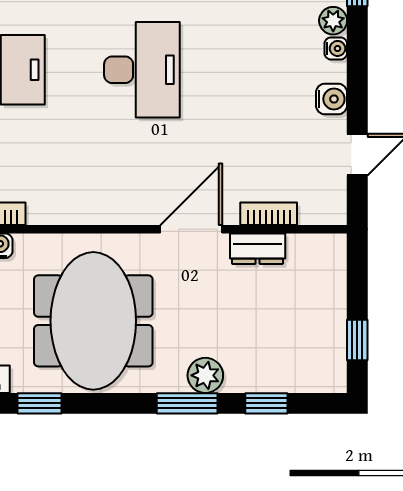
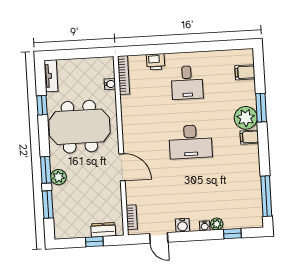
bookcase: (269, 214) -> (132, 217), moved
dresser: (258, 249) -> (103, 230), moved, turned 90
window: (357, 340) -> (94, 242), moved
window: (266, 403) -> (48, 204), width x1.50

